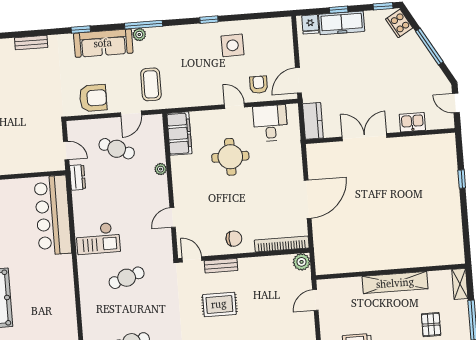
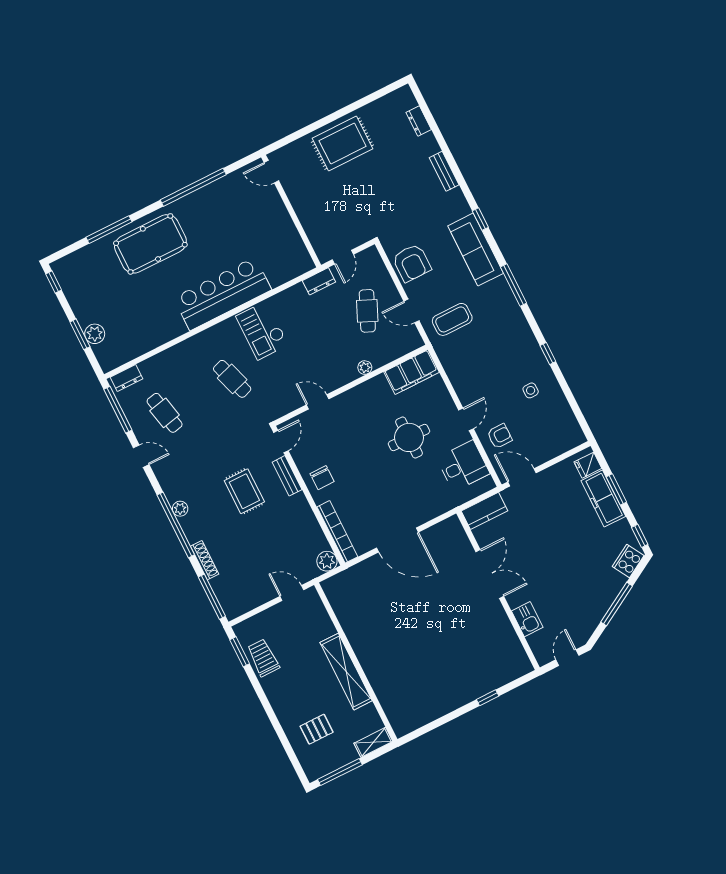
window: (339, 10) -> (616, 489), width x1.50
plant: (139, 35) -> (501, 285), removed
side table: (233, 45) -> (531, 390), width x0.54, depth x0.54
bar counter: (53, 215) -> (223, 294), moved

